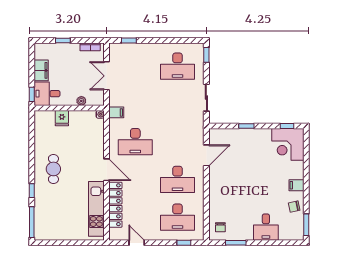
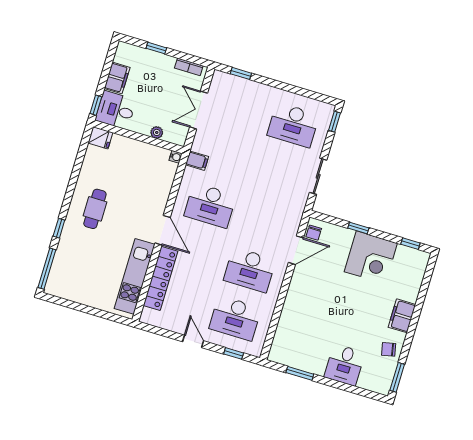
fridge: (62, 118) -> (100, 138), moved, turned -90
corner desk: (288, 144) -> (371, 257), moved, turned -90
filing cabinet: (296, 185) -> (402, 316), width x2.00
chair: (220, 227) -> (314, 233), moved
door: (137, 243) -> (193, 341), moved

